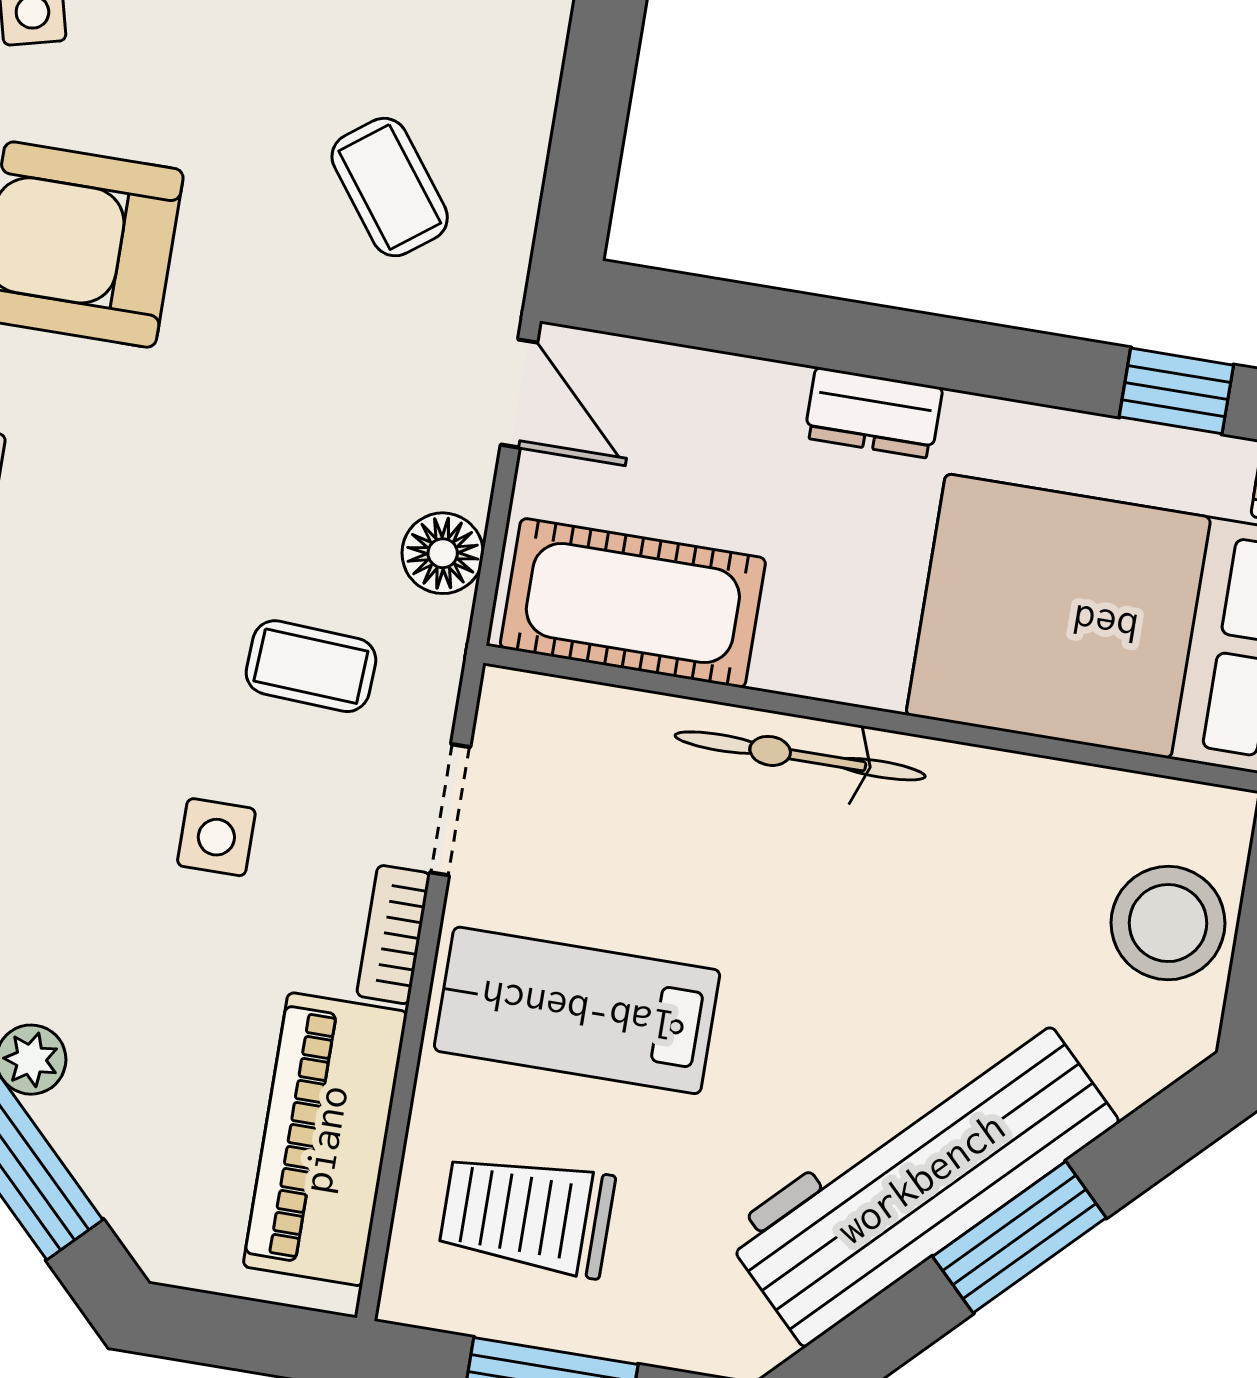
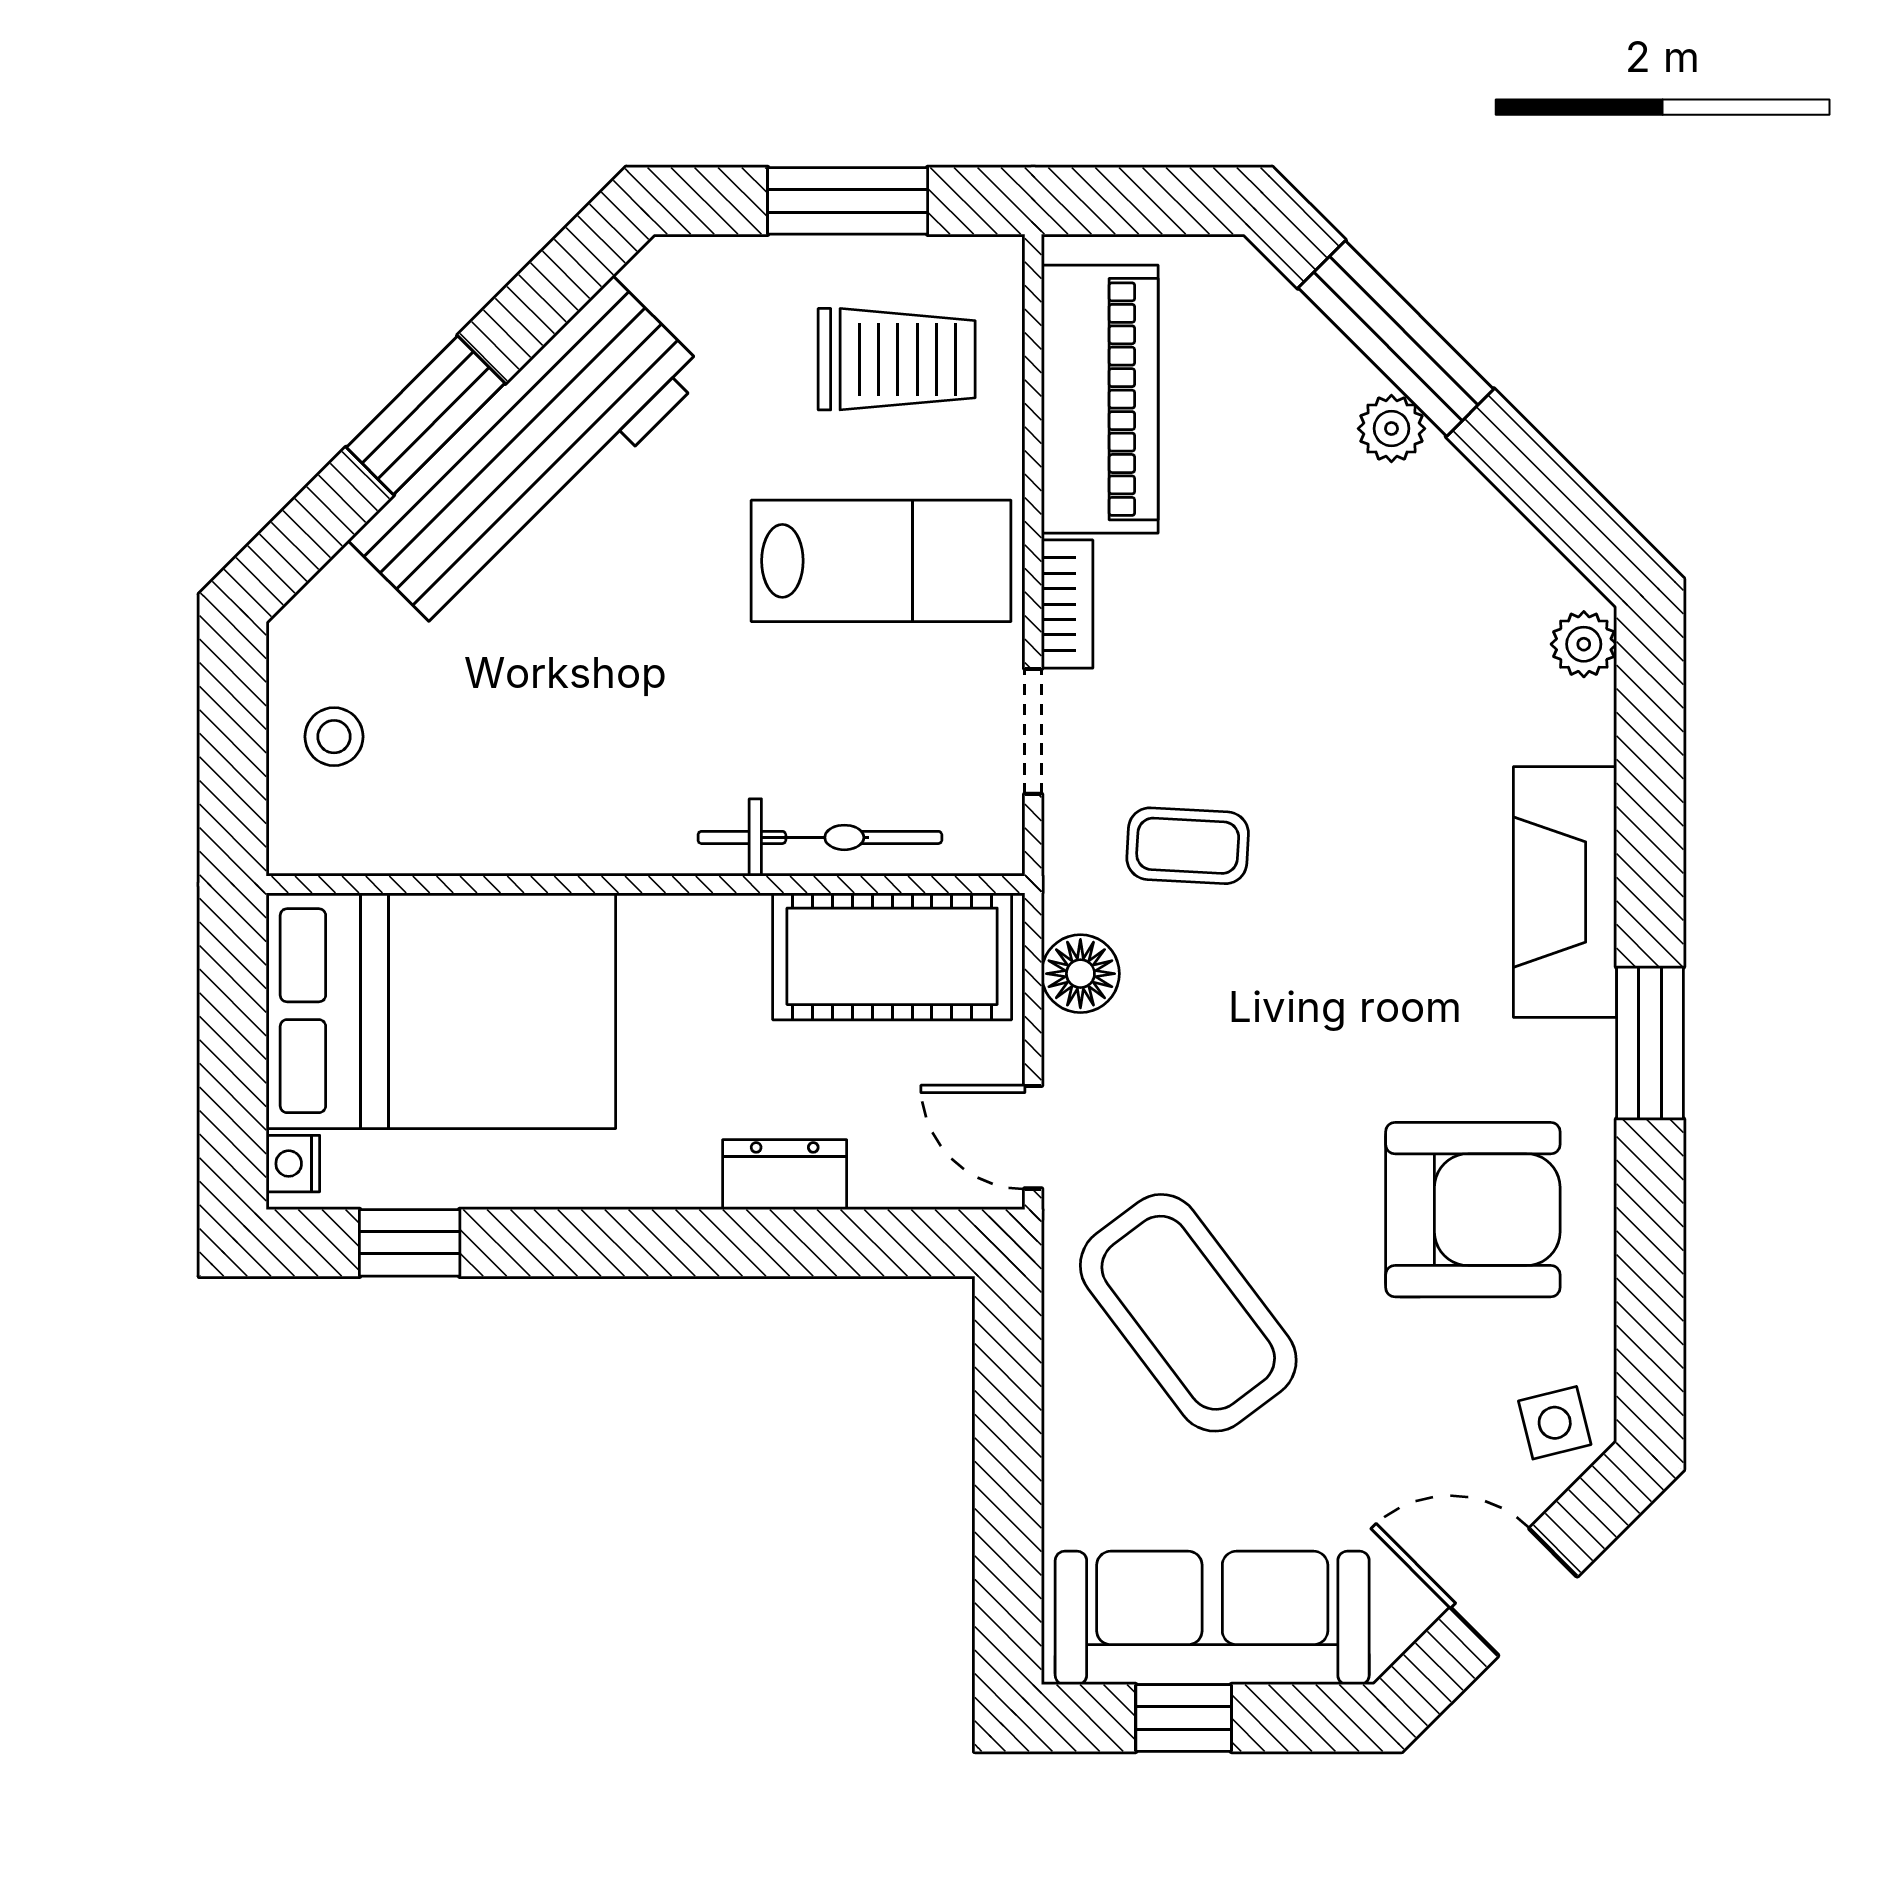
coffee table: (390, 187) -> (1188, 1313), width x1.86, depth x1.72
dresser: (873, 413) -> (785, 1175), moved
bicycle: (800, 756) -> (820, 837), moved
side table: (216, 837) -> (1251, 669), removed
stool: (1168, 923) -> (334, 737), width x0.53, depth x0.53

